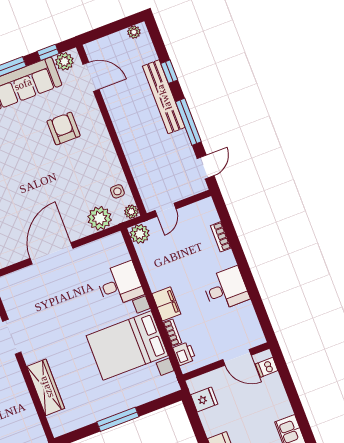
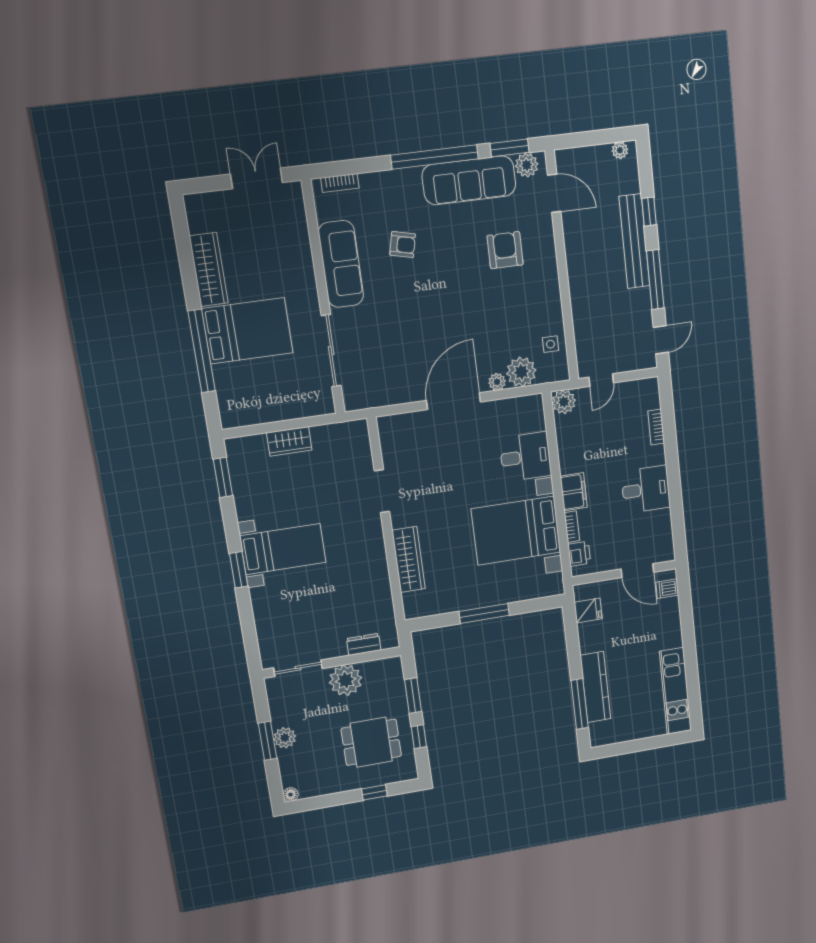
window: (48, 52) -> (509, 148), width x1.50
plant: (131, 212) -> (497, 382), moved

